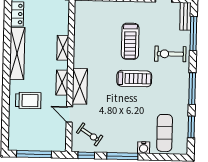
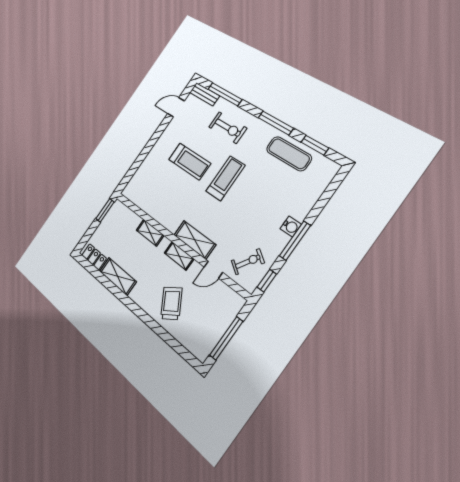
shelving: (17, 53) -> (118, 276), width x0.68
exercise bike: (170, 54) -> (228, 128), turned -90
trolley: (28, 100) -> (171, 303), turned -33
exercise mat: (165, 133) -> (289, 154), moved
water cooler: (144, 148) -> (291, 227), moved

